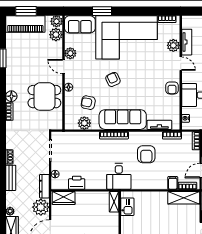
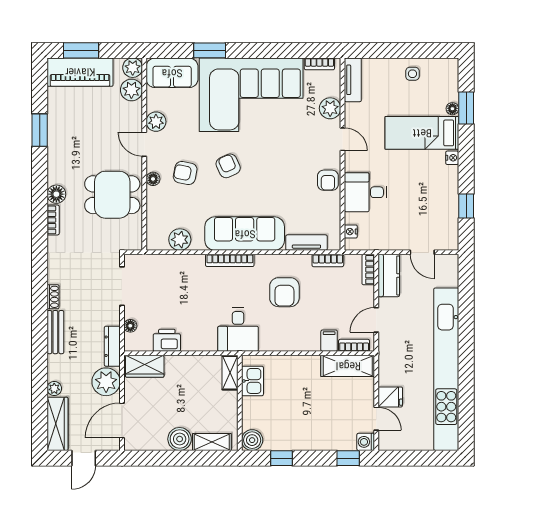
tv unit: (187, 42) -> (353, 80), moved
armchair: (88, 103) -> (185, 173), moved

